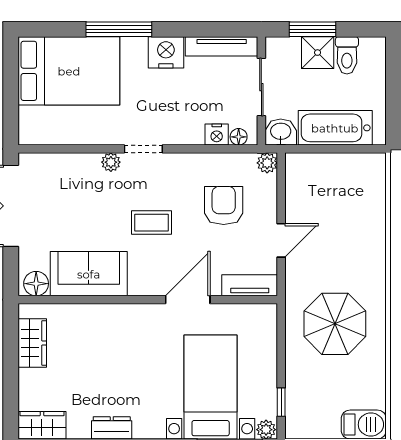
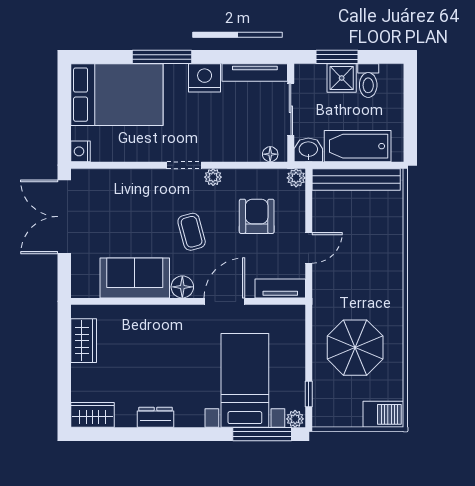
nightstand: (217, 135) -> (81, 151), moved, turned 90
plant: (111, 162) -> (213, 177), moved
bench: (334, 165) -> (356, 179), added
coffee table: (152, 223) -> (192, 232), turned 75
floor lamp: (36, 284) -> (182, 287), moved
parasol: (335, 324) -> (355, 348), moved

